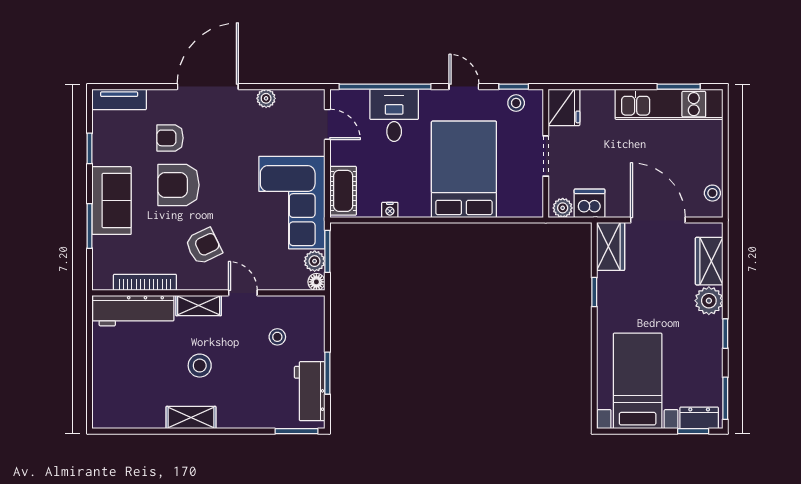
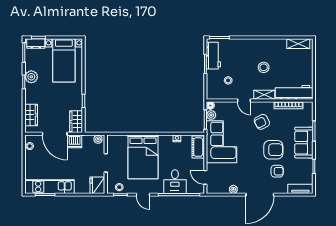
dishwasher: (590, 203) -> (75, 141), moved
plant: (709, 301) -> (31, 77), moved
shelving: (191, 418) -> (298, 44), moved

